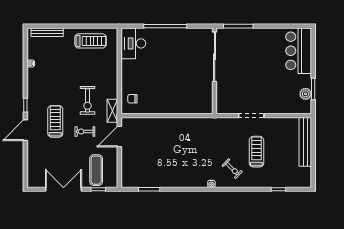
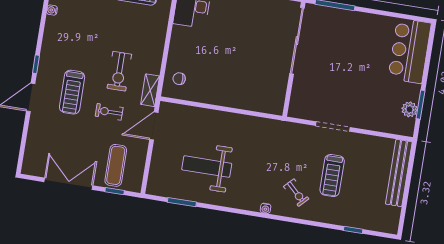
treadmill: (55, 121) -> (72, 92), turned 180
treadmill: (256, 152) -> (332, 175), turned 180
weight bench: (163, 160) -> (207, 167), added

